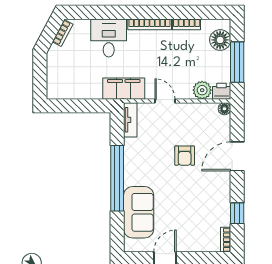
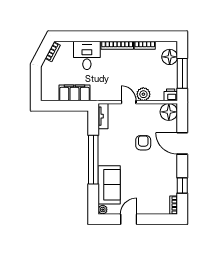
filing cabinet: (124, 89) -> (74, 93), moved
plant: (202, 90) -> (143, 94), moved
floor lamp: (224, 109) -> (169, 112), width x1.89, depth x1.89
armchair: (185, 156) -> (143, 143), turned 180
door: (237, 156) -> (182, 143), hinge flipped
plant: (130, 246) -> (103, 210), added

